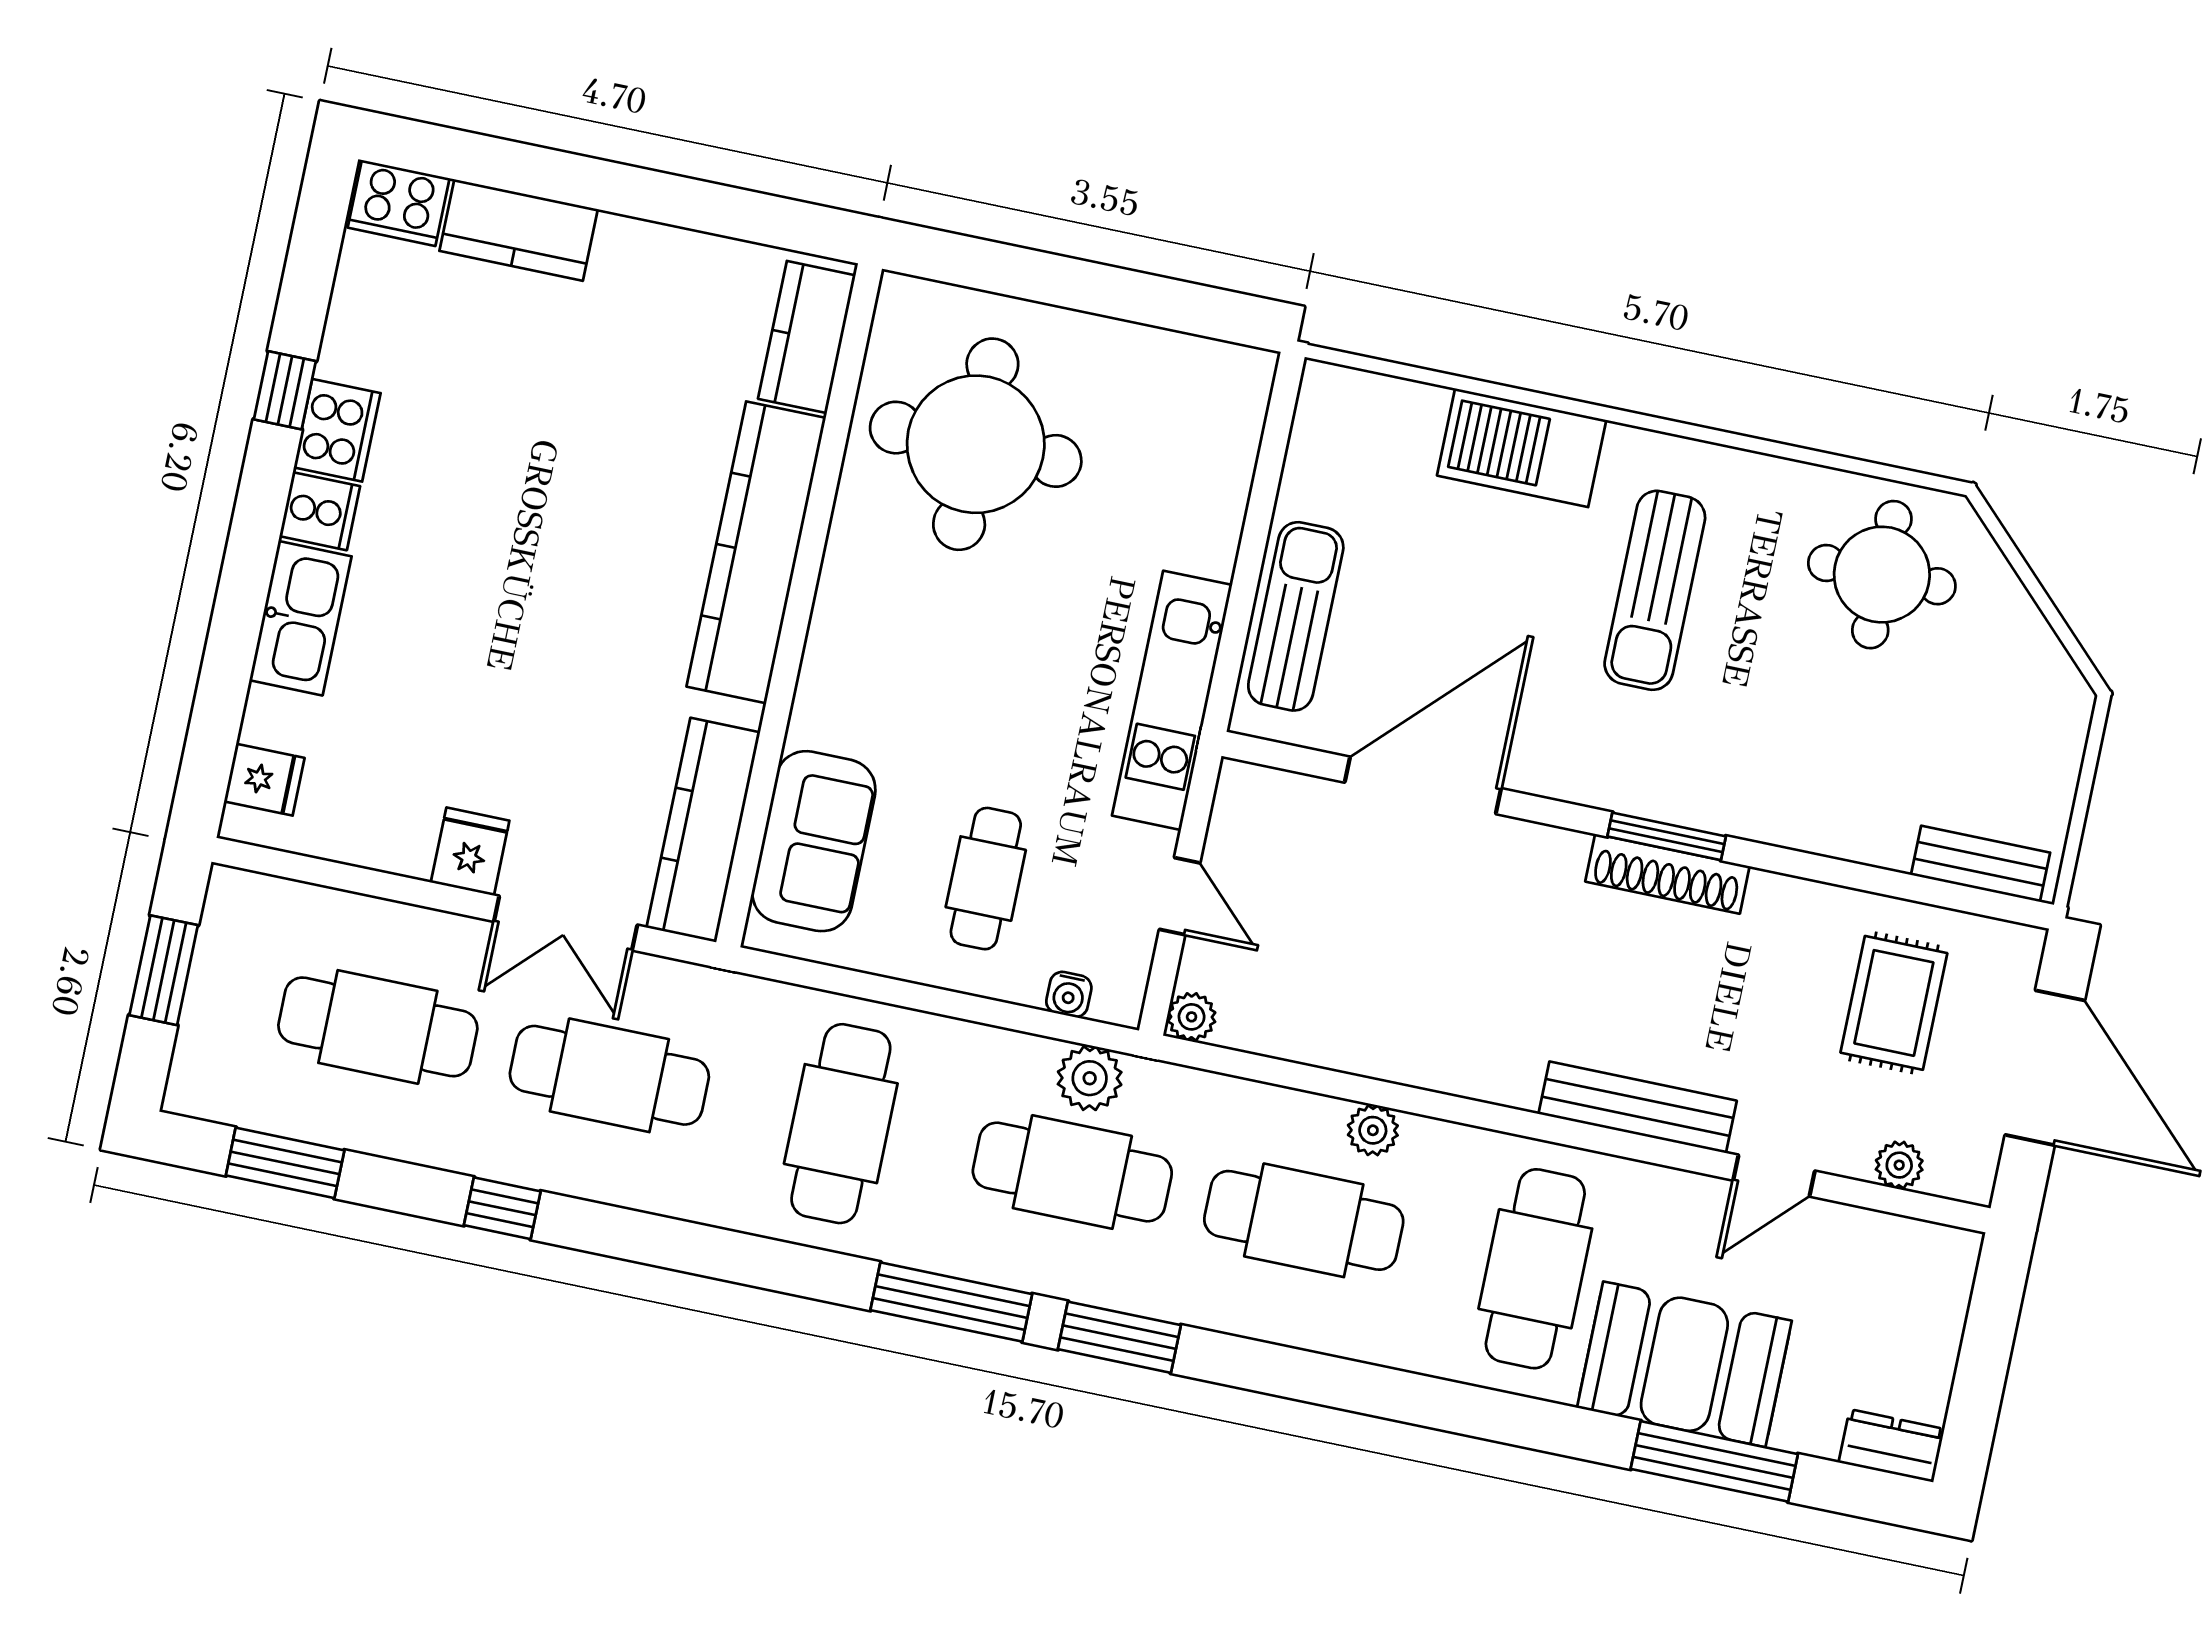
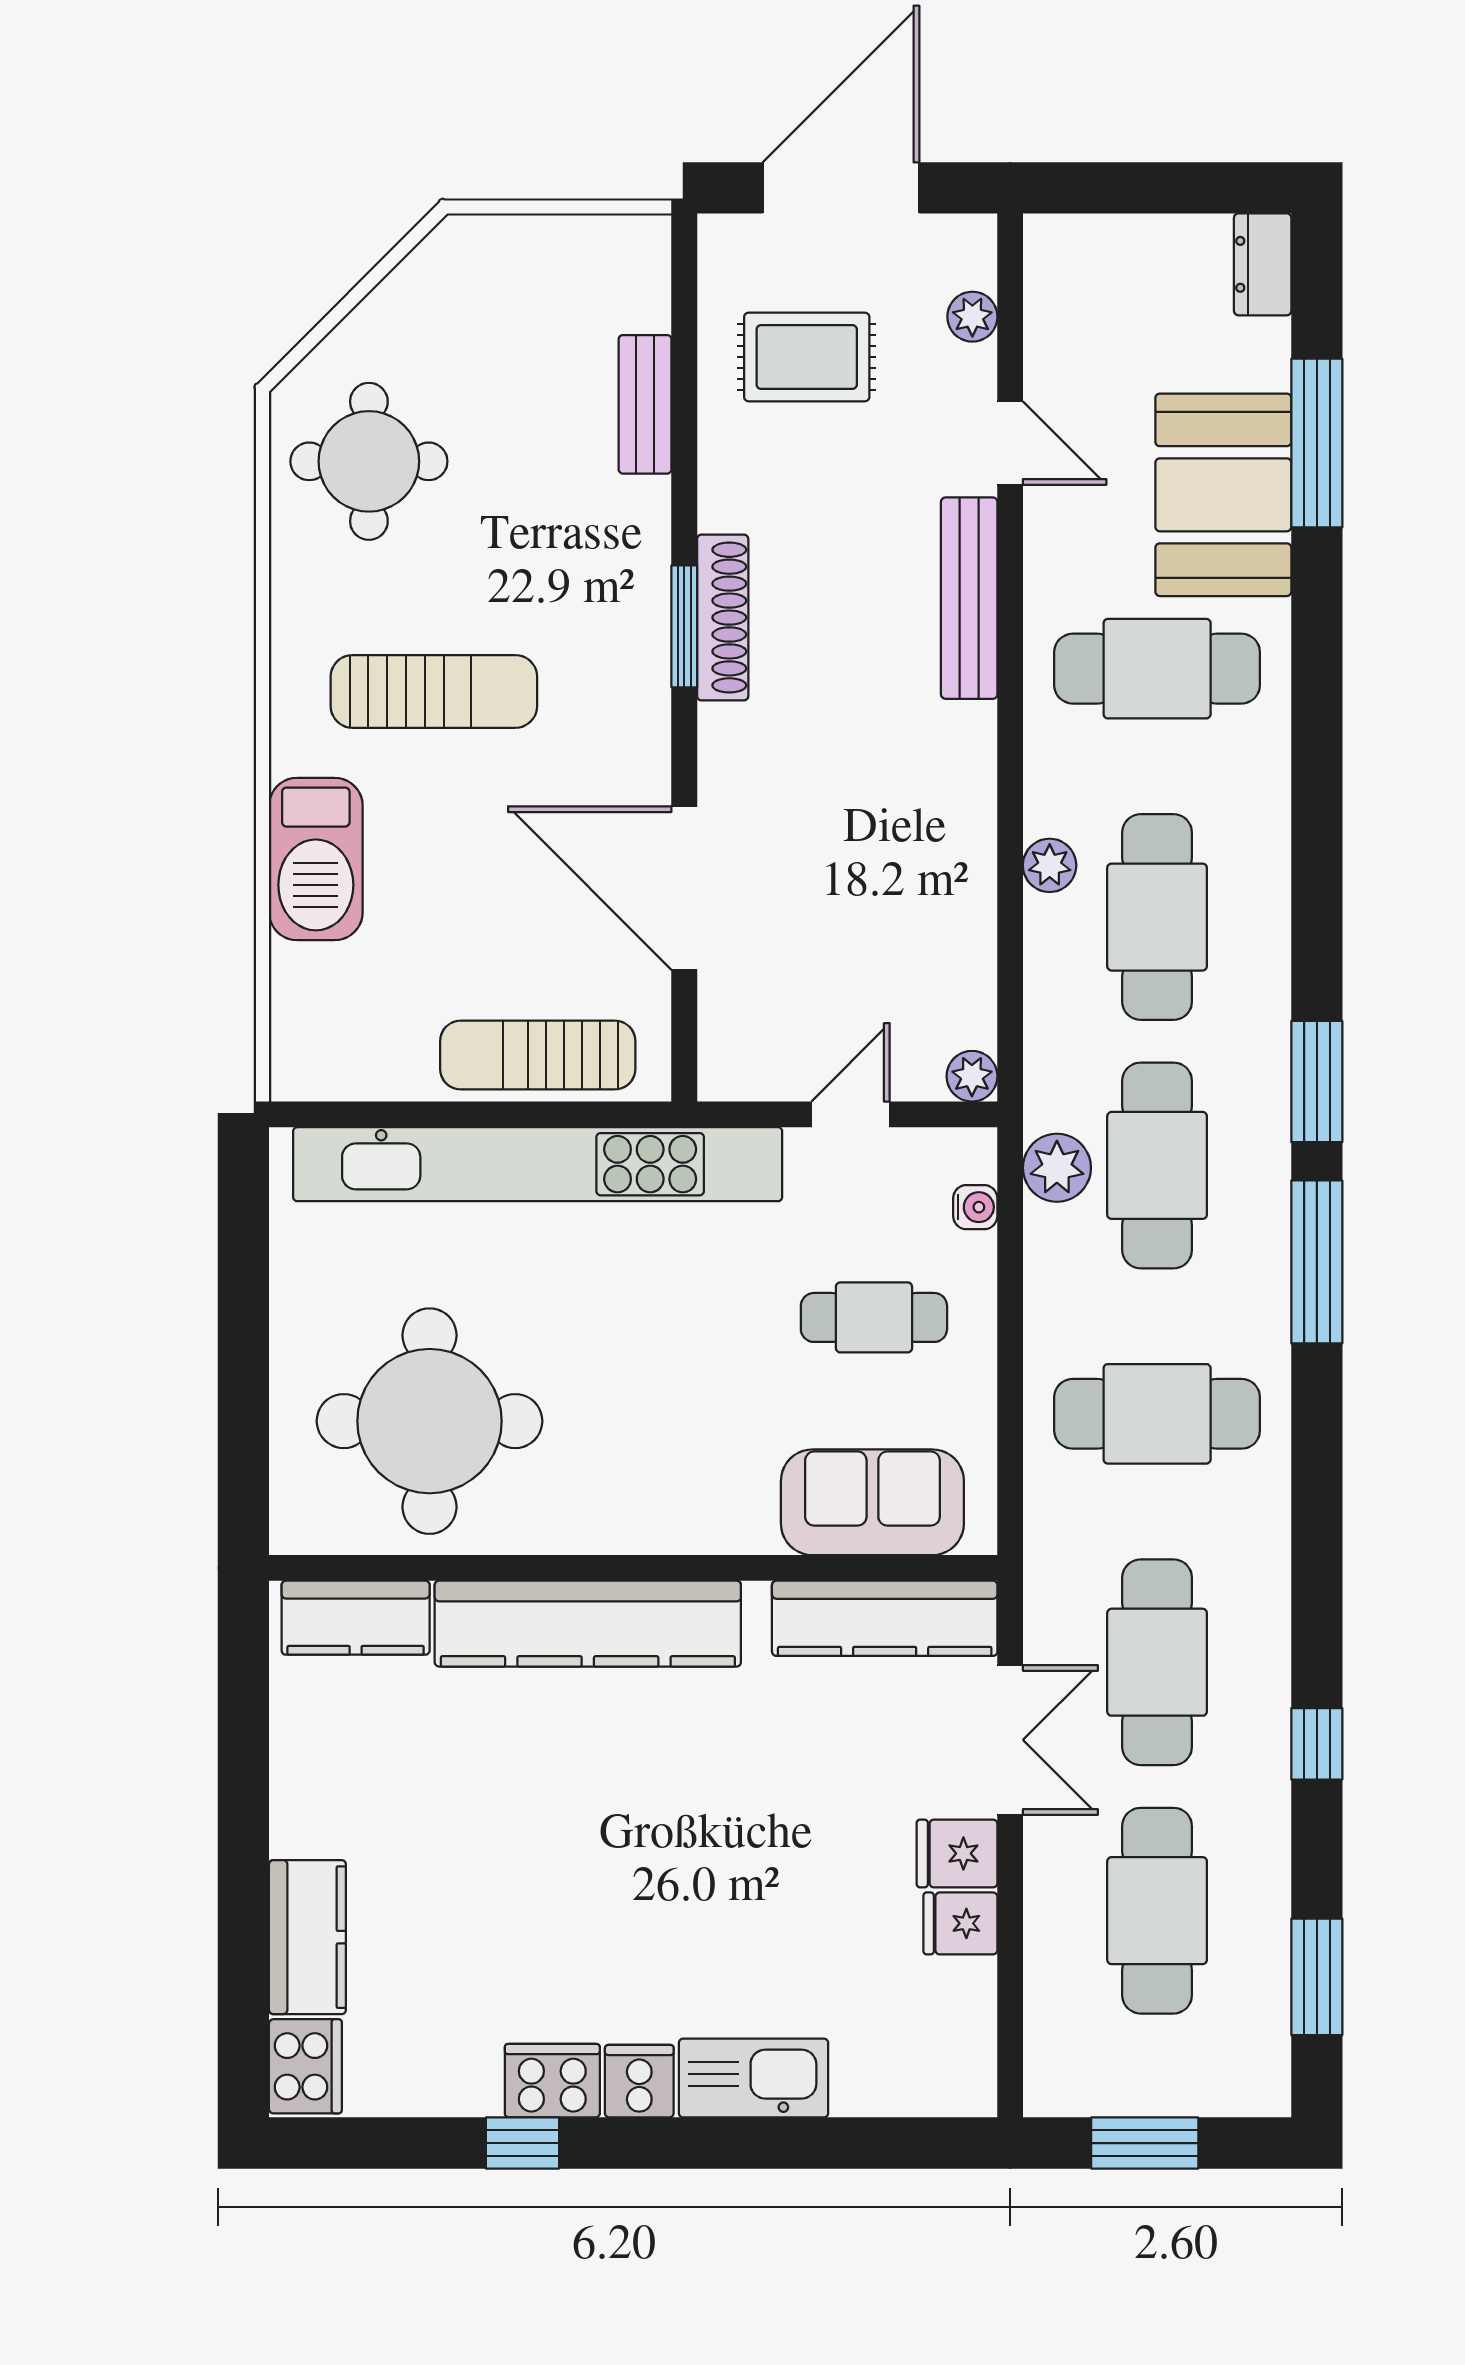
kitchen unit: (1172, 700) -> (538, 1164), width x1.86
fridge: (264, 780) -> (960, 1923), moved, turned -90
bench: (1981, 864) -> (645, 404), moved

